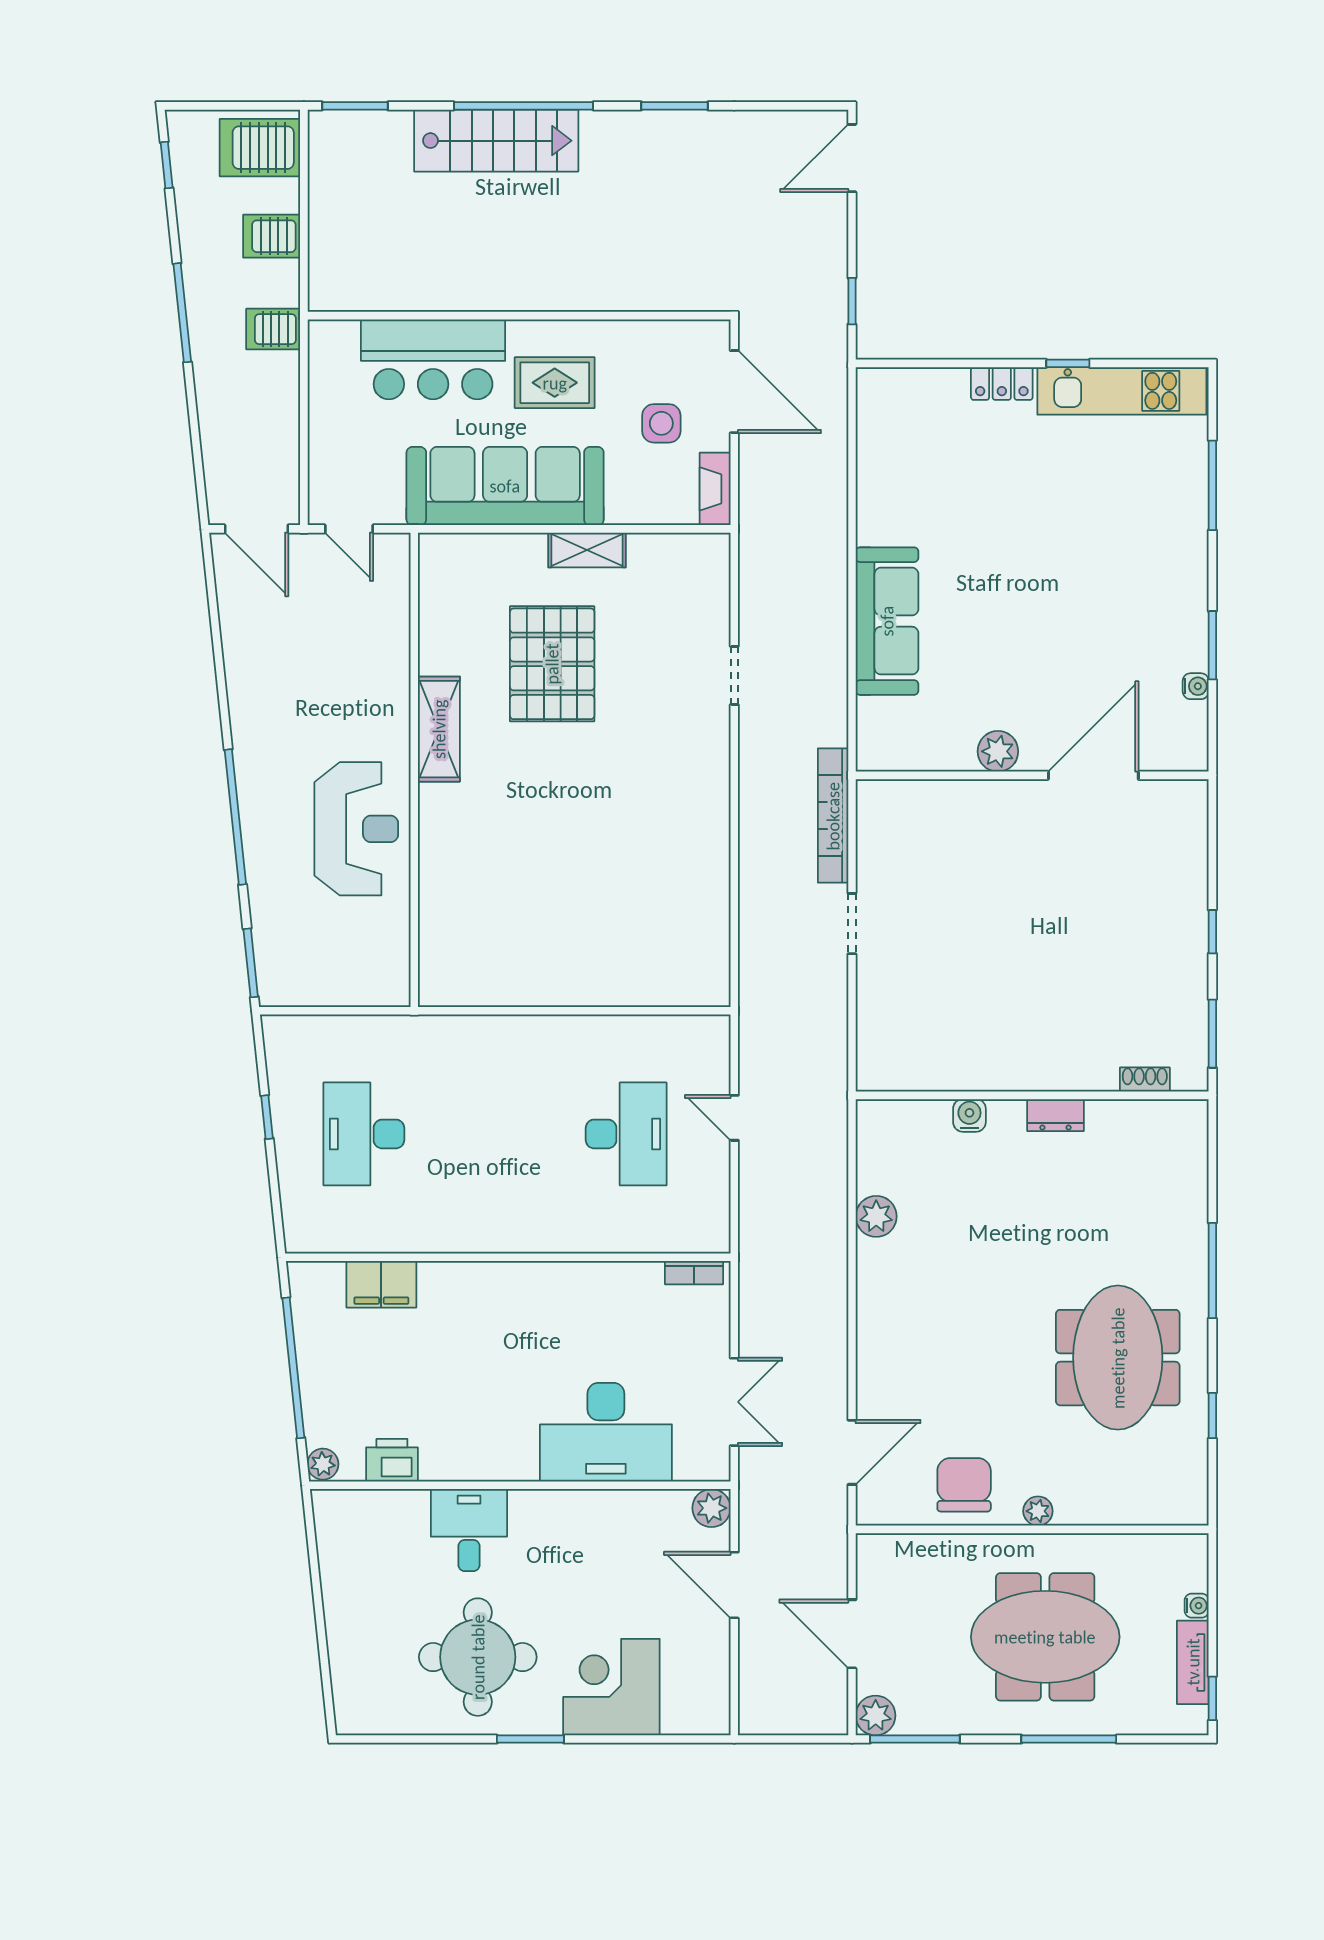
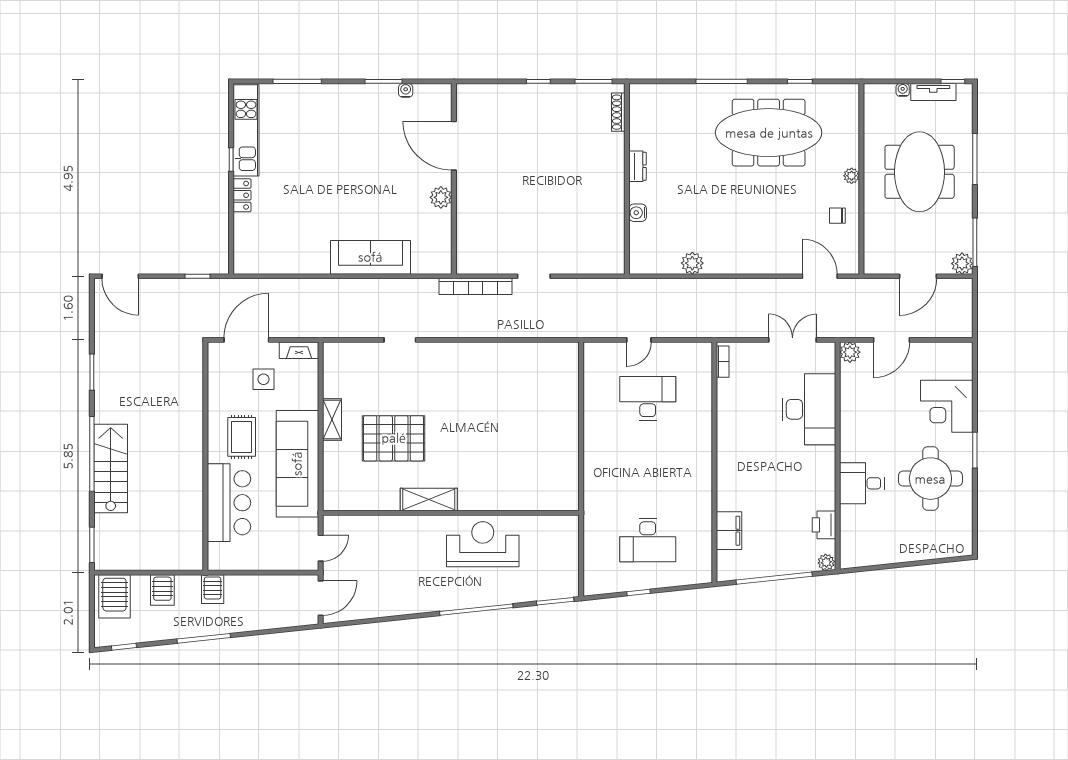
shoe rack: (1145, 1080) -> (618, 112), width x1.43
meeting table: (1118, 1358) -> (769, 133), width x1.36
chair: (964, 1485) -> (837, 216), width x0.54, depth x0.54

